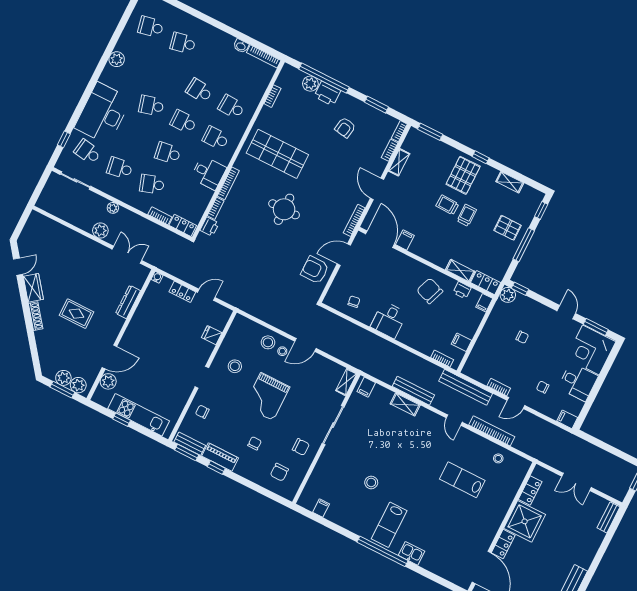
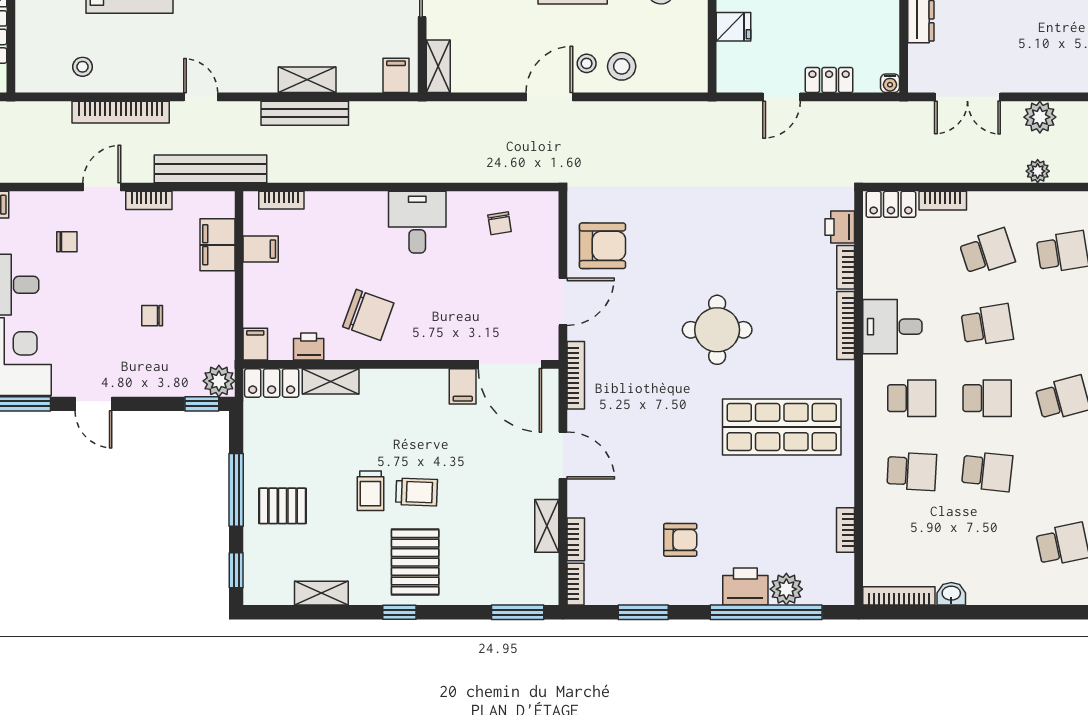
armchair: (345, 128) -> (680, 540), turned 81
filing cabinet: (479, 353) -> (217, 245), added

